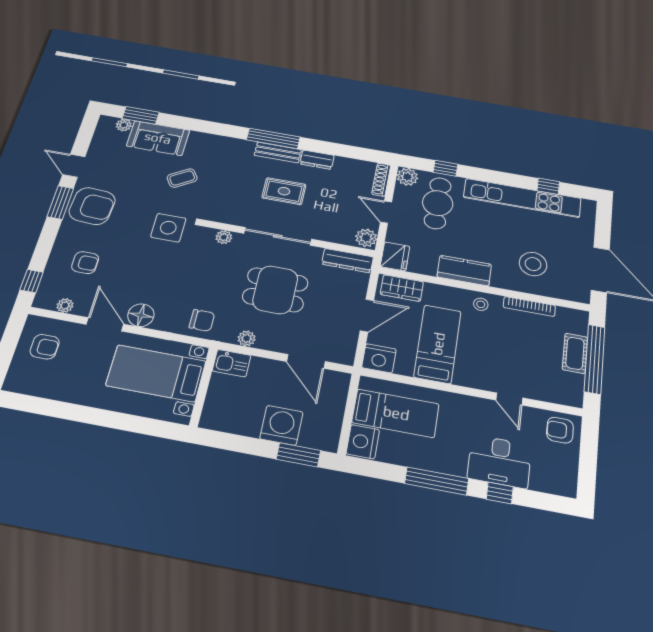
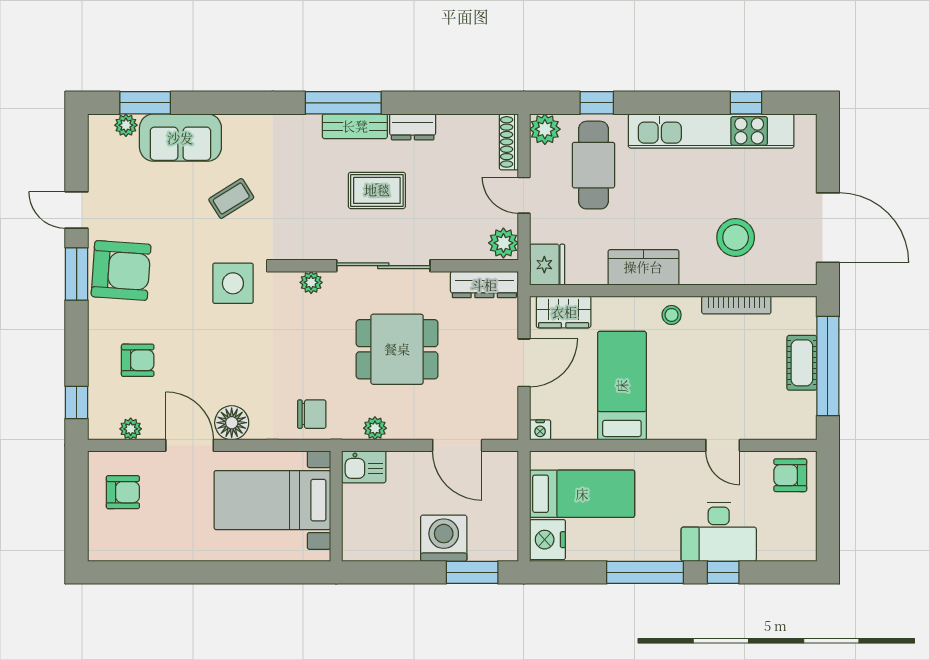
nightstand: (379, 358) -> (540, 430), width x0.53, depth x0.56

